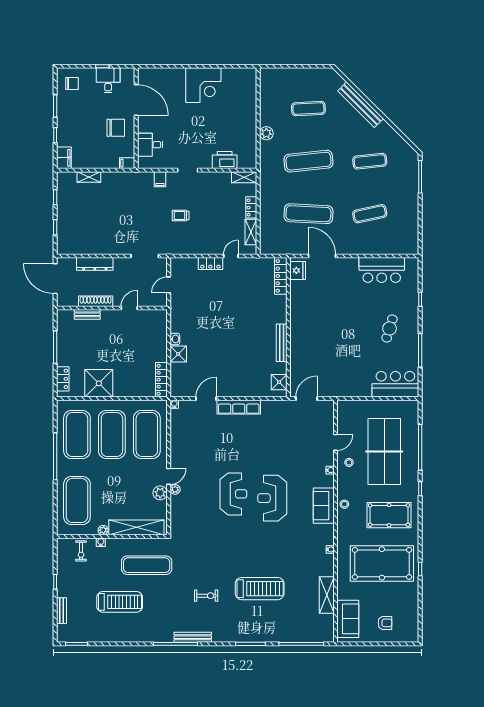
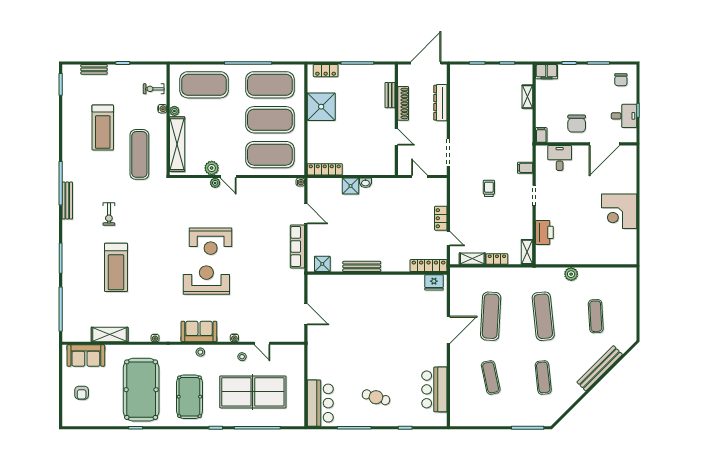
fridge: (298, 270) -> (434, 282), moved
locker: (281, 276) -> (429, 266), moved
wall: (288, 327) -> (377, 273), moved
bench: (282, 343) -> (362, 266), moved
shower: (279, 382) -> (322, 264), moved

